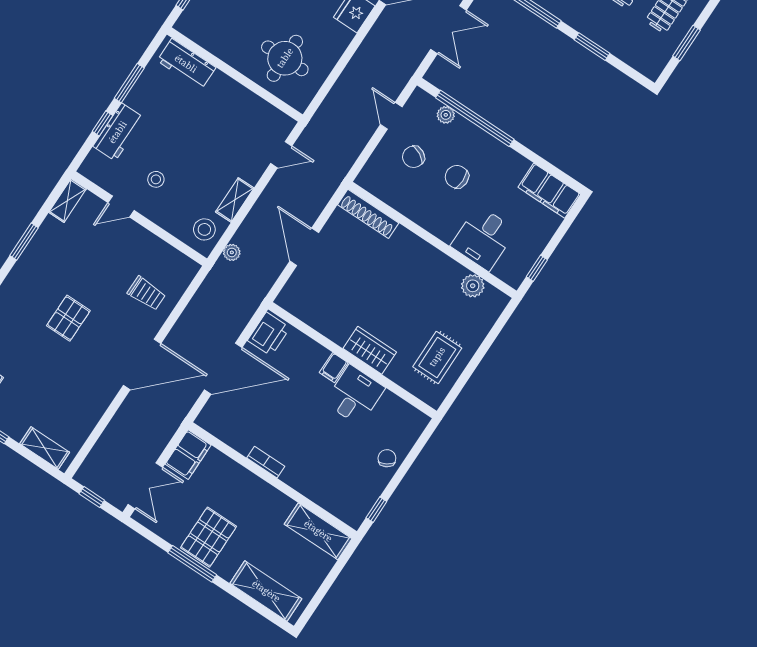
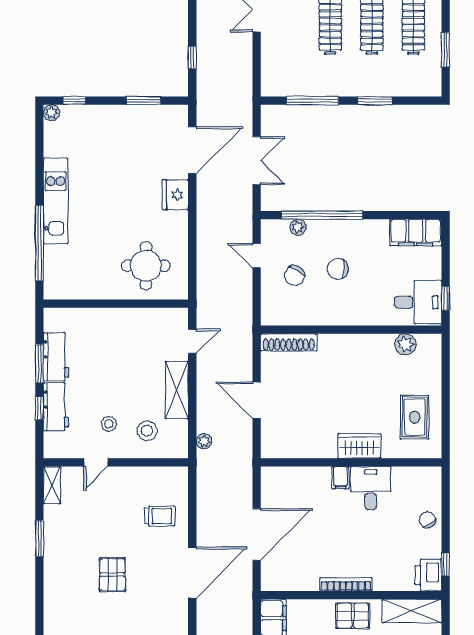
workbench: (186, 64) -> (56, 357), moved, turned -90
shelving: (235, 200) -> (177, 390), width x1.50, depth x1.33
stool: (204, 229) -> (147, 431), moved
desk: (483, 238) -> (418, 302), moved, turned -90
printer: (269, 334) -> (428, 575), moved, turned 180
bookcase: (266, 462) -> (346, 584), width x1.56
pallet: (261, 500) -> (353, 616), added

